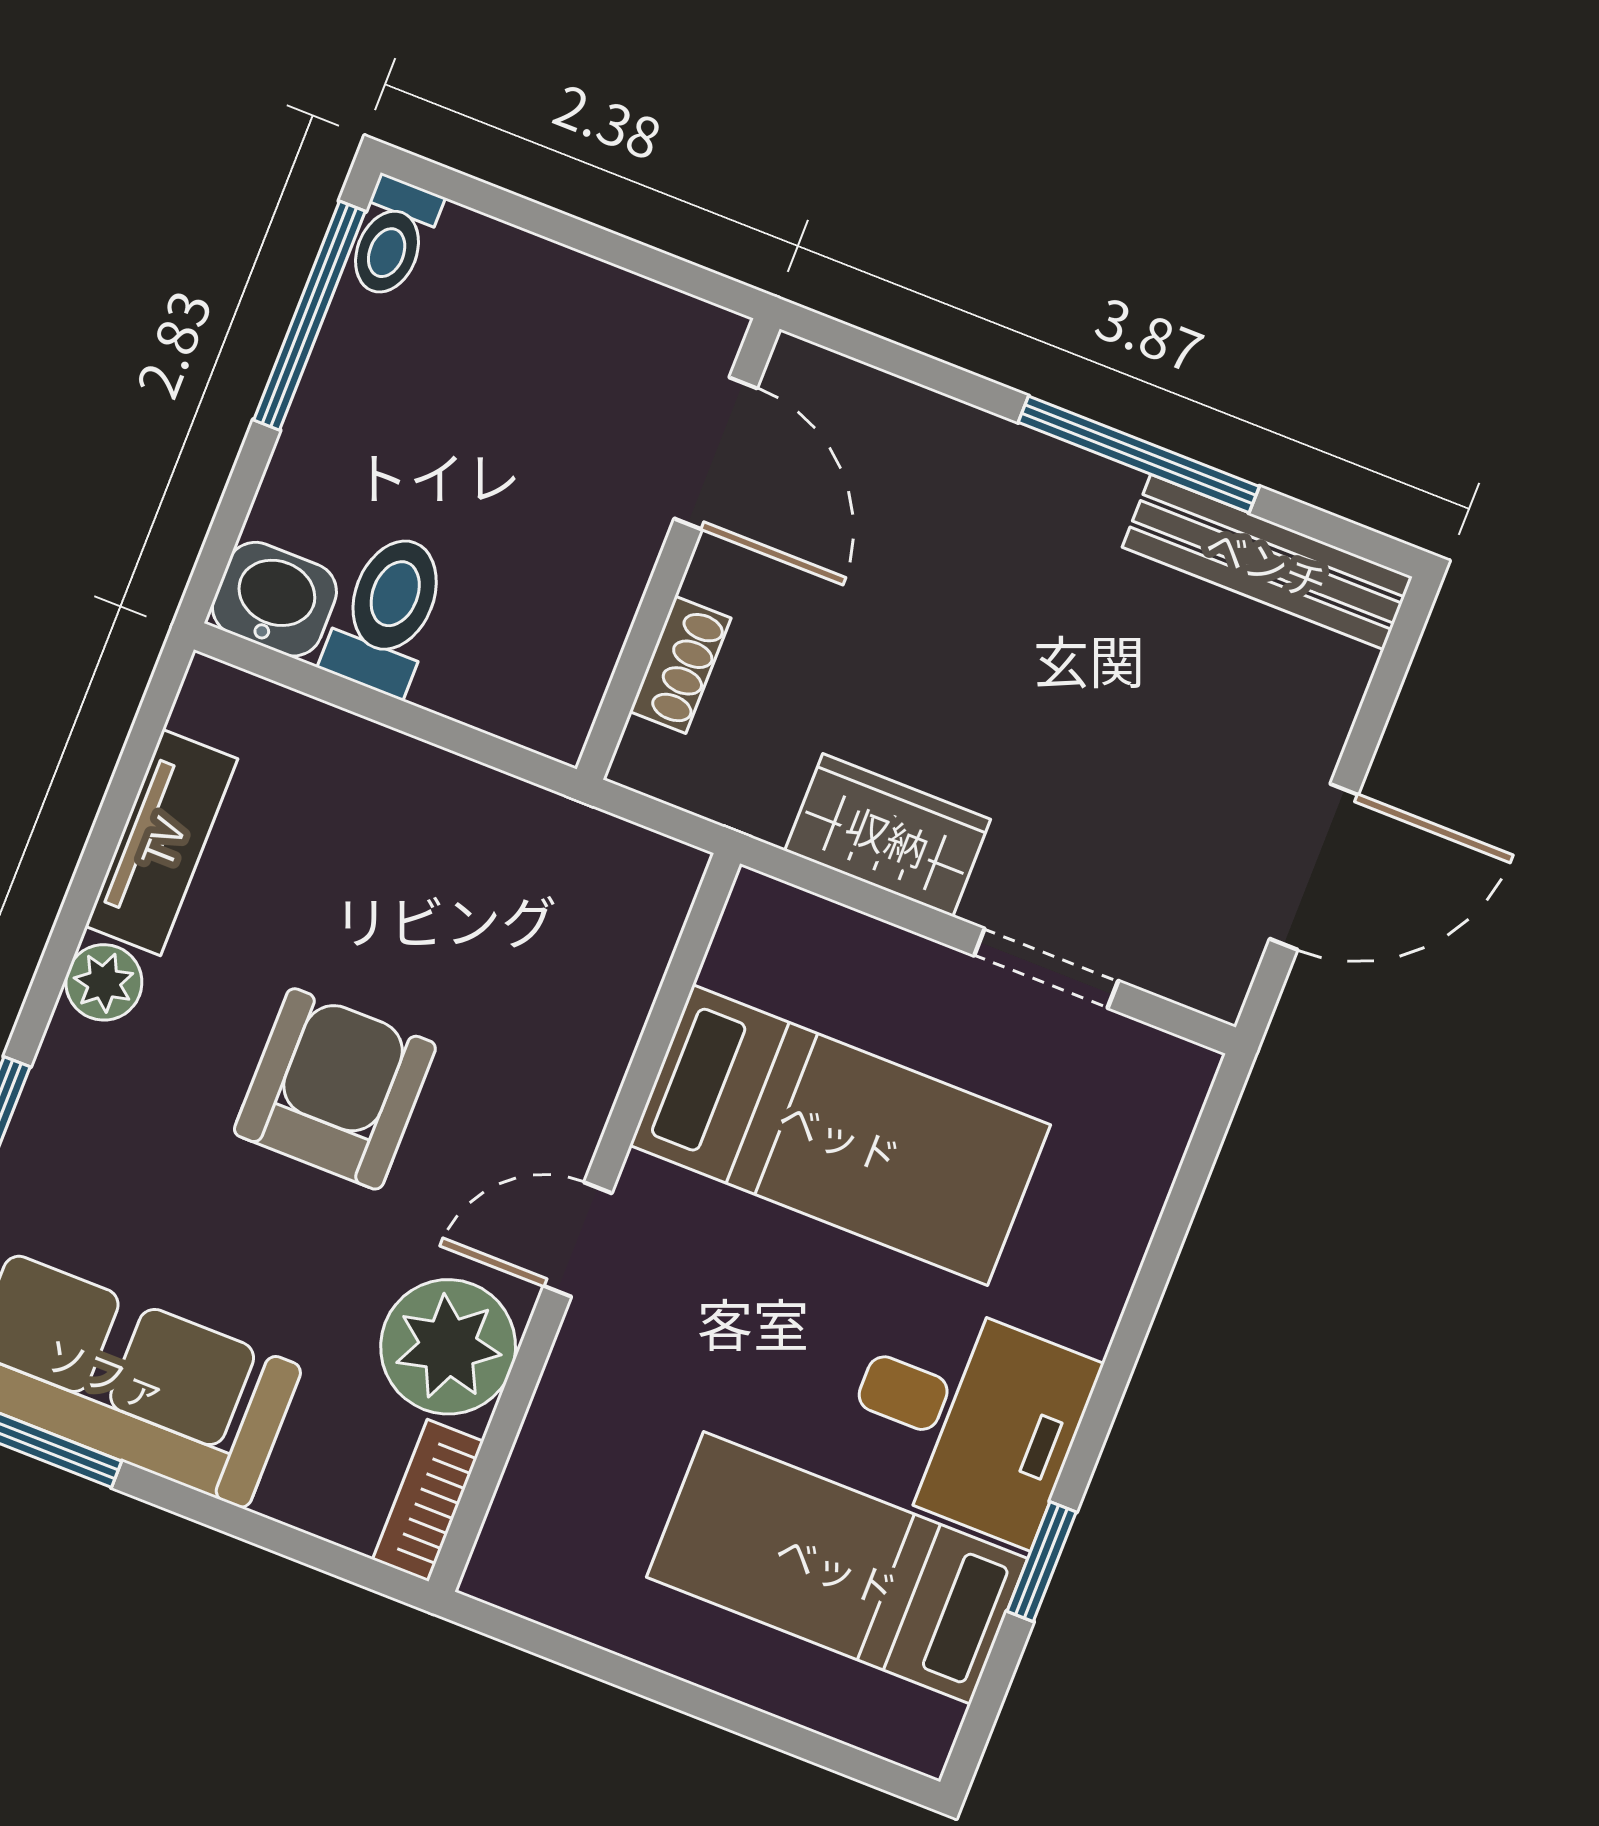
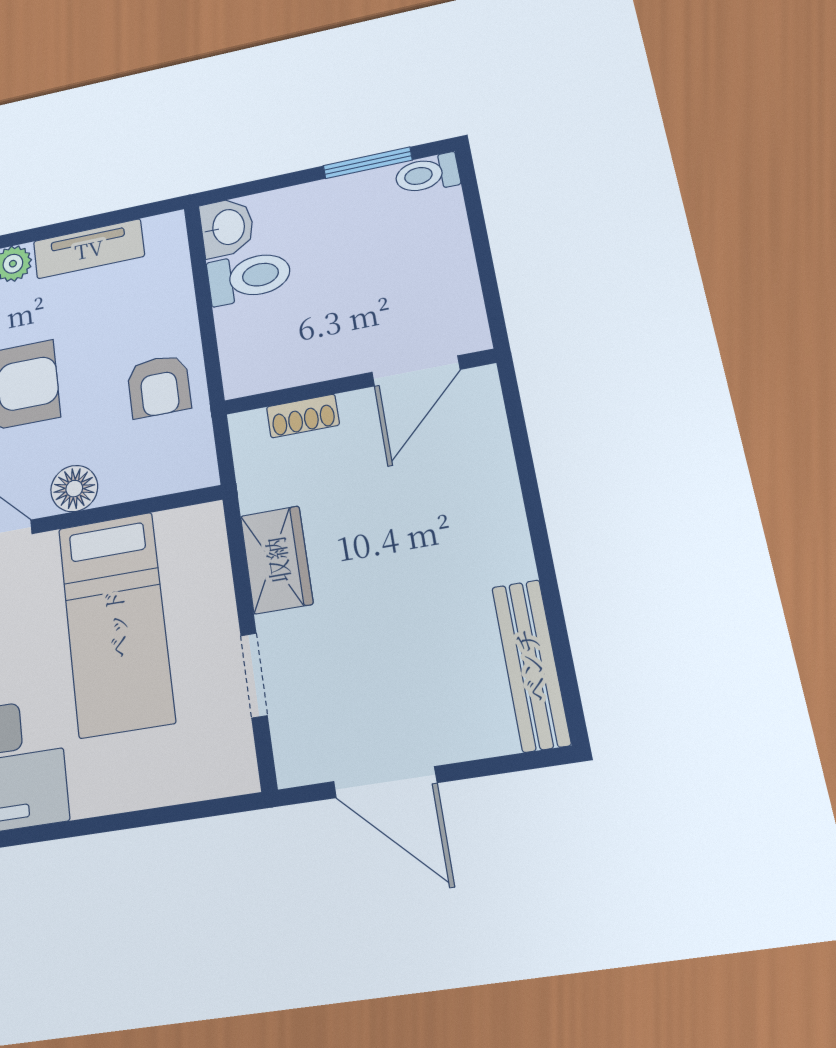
window: (309, 316) -> (368, 163), width x0.69
window: (1139, 454) -> (546, 568), removed
armchair: (485, 859) -> (159, 386), added
floor lamp: (576, 1086) -> (74, 489), added

